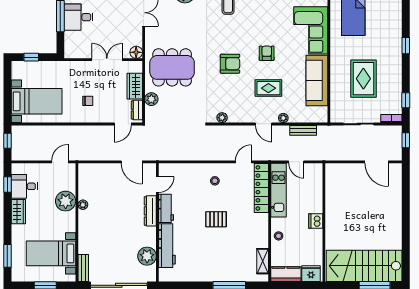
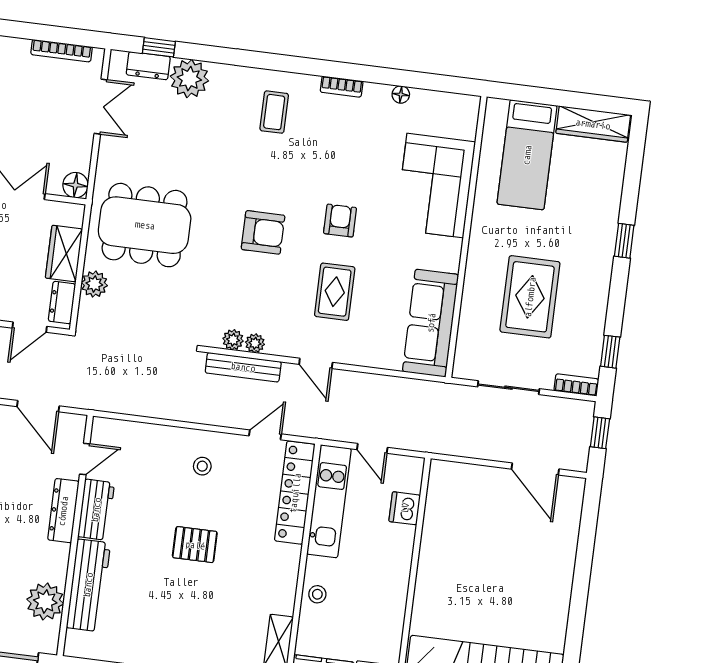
sofa: (317, 80) -> (431, 323), moved
rug: (268, 88) -> (335, 292), turned 90
plant: (283, 118) -> (255, 343), moved
bench: (303, 130) -> (243, 367), moved, width x1.36
dishwasher: (316, 221) -> (405, 508), moved

